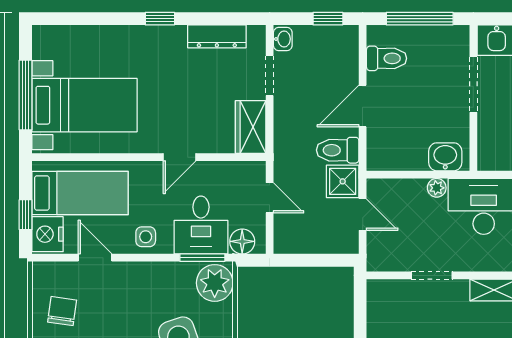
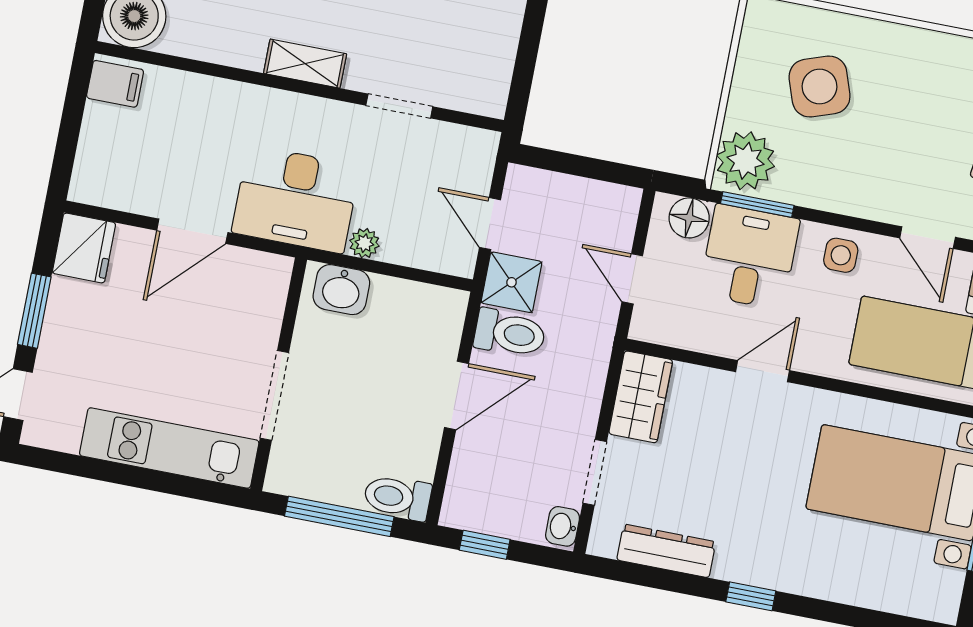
toilet: (387, 58) -> (398, 497), moved

